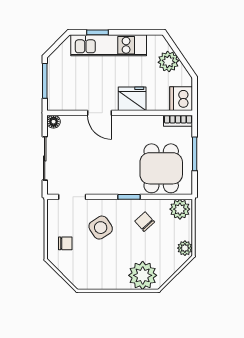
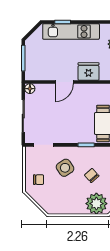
door: (99, 113) -> (64, 82), hinge flipped
chair: (145, 222) -> (92, 175), moved

